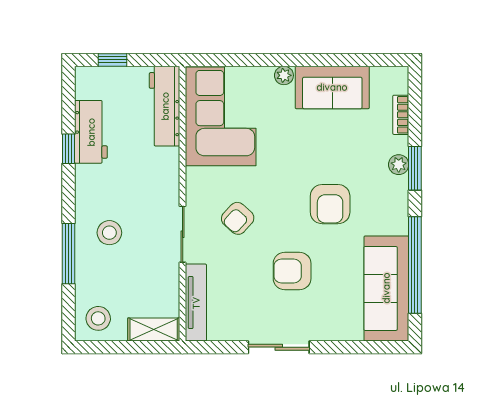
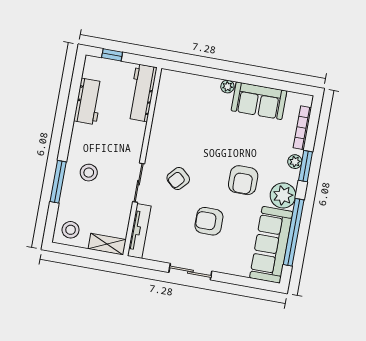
bookcase: (401, 115) -> (302, 128), width x1.56
corner sofa: (221, 116) -> (179, 107), removed
window: (68, 149) -> (71, 110), removed
plant: (390, 216) -> (283, 195), added

